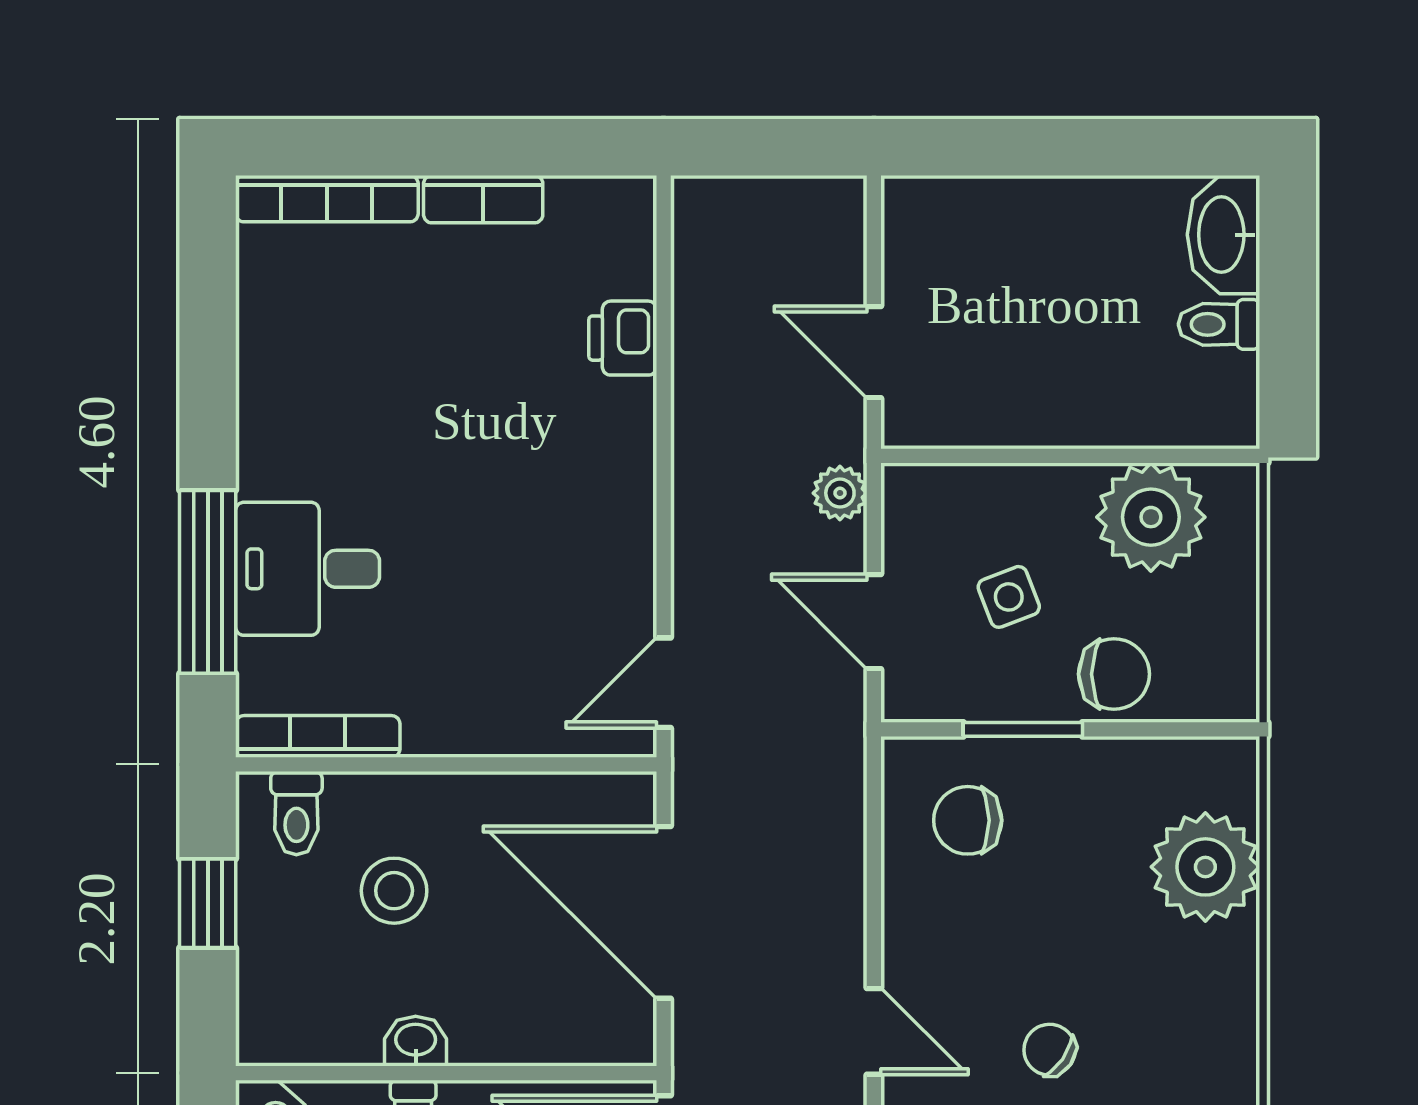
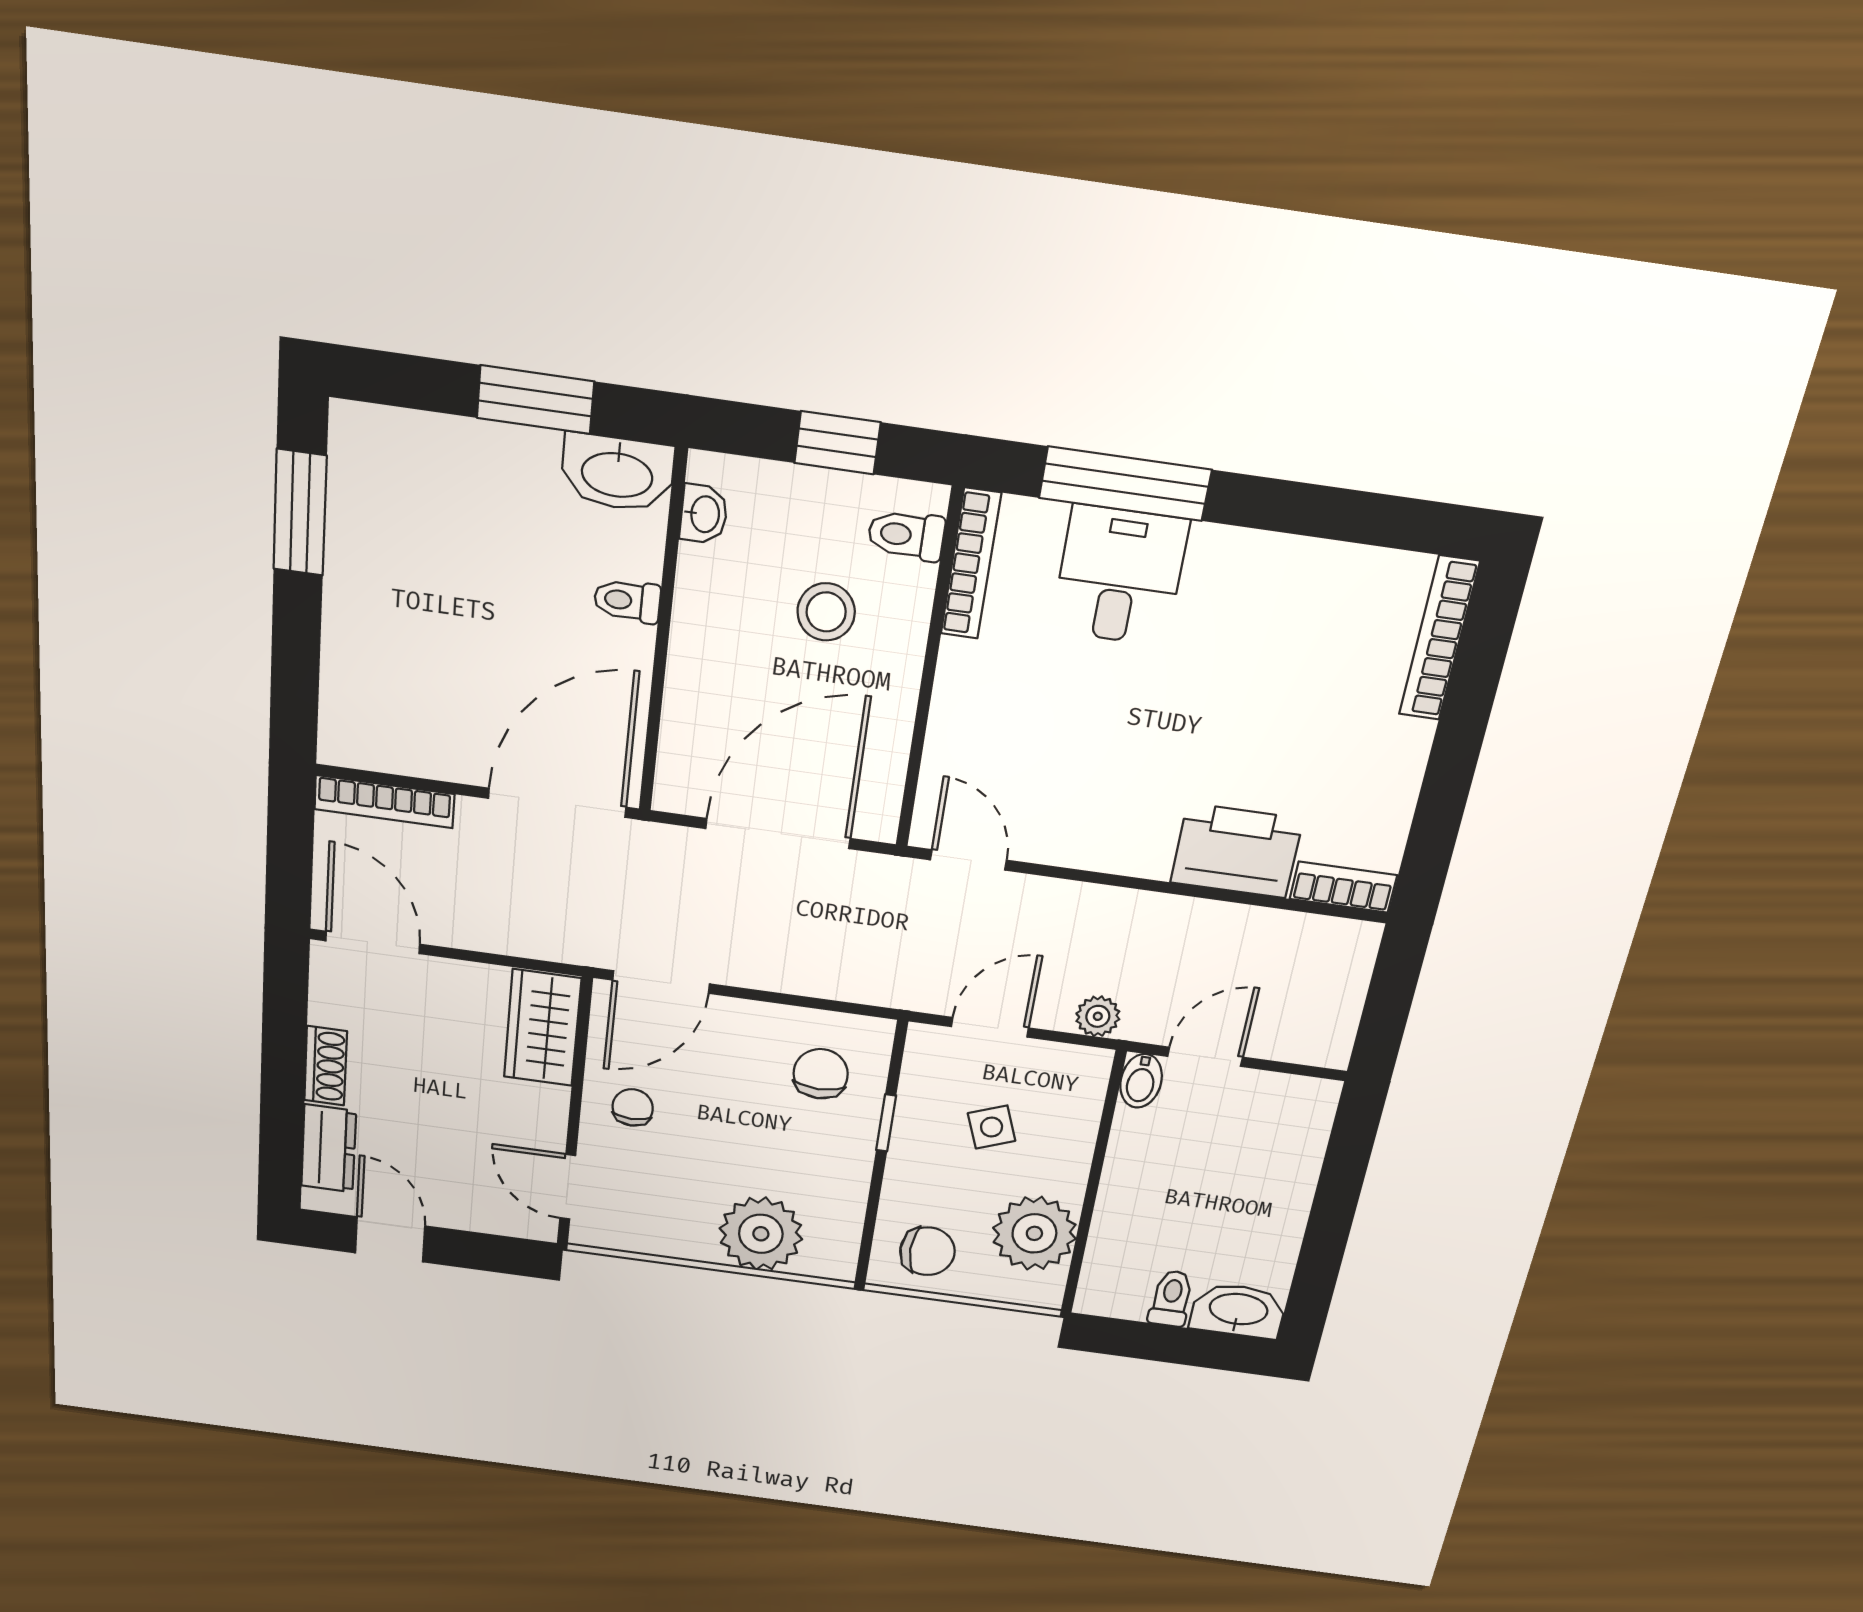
bookcase: (483, 199) -> (1343, 887), moved, turned 90
printer: (623, 338) -> (1237, 851), width x1.87, depth x1.48
bidet: (918, 424) -> (1141, 1081), added
chair: (1114, 674) -> (927, 1251), moved, turned -90
window: (1023, 729) -> (886, 1123), width x0.67
door: (874, 1031) -> (661, 982), width x1.38
washbasin: (416, 1041) -> (704, 514), moved
chair: (1050, 1050) -> (633, 1108), turned -35

